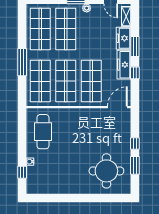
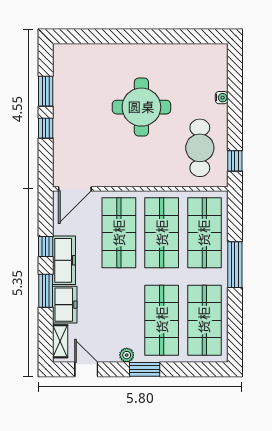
round table: (106, 171) -> (141, 107), moved
window: (22, 172) -> (235, 161), moved

